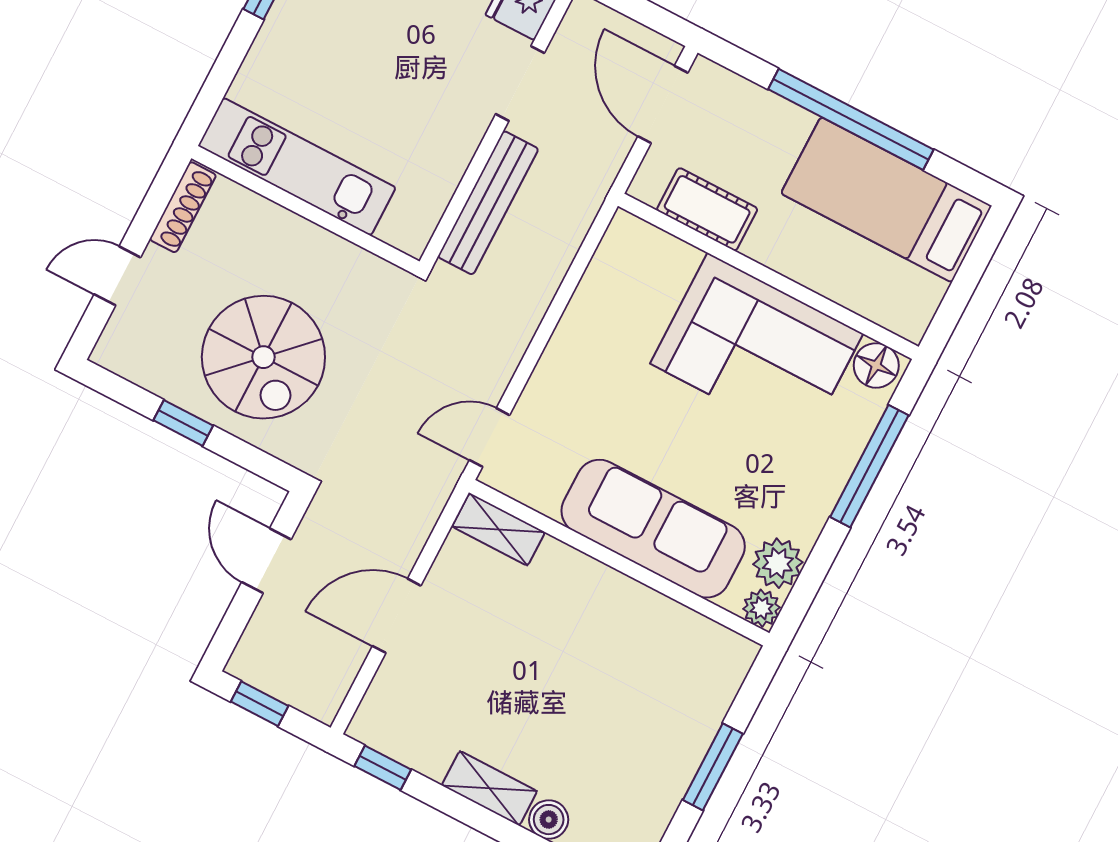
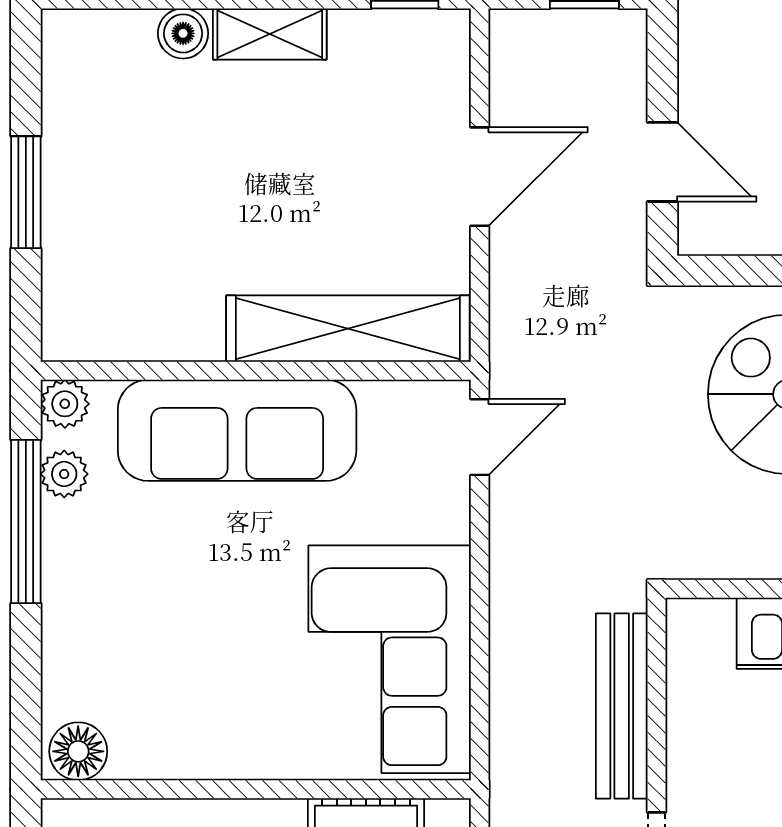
corner sofa: (757, 349) -> (390, 659), moved, turned -90
window: (869, 466) -> (26, 522), moved
shelving: (499, 529) -> (348, 329), width x2.20, depth x1.33
plant: (778, 563) -> (64, 474), width x0.73, depth x0.73

